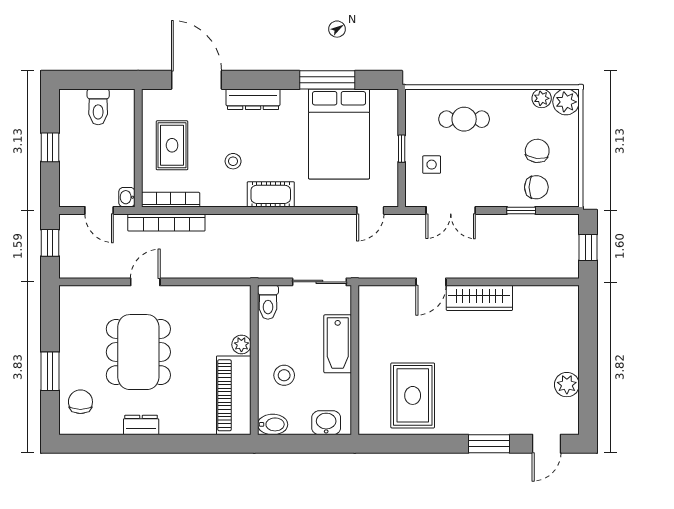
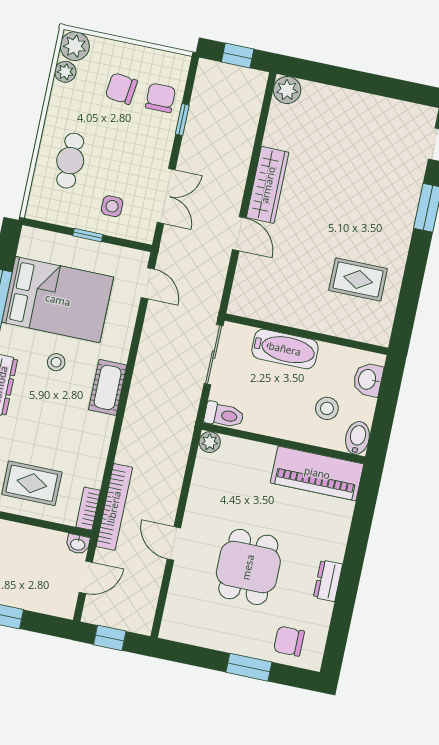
stool: (233, 161) -> (56, 362), moved
bookcase: (171, 200) -> (88, 509), width x0.64
plant: (241, 345) -> (210, 442), moved
dining table: (138, 352) -> (248, 567), width x0.73
stool: (284, 375) -> (327, 408), moved
plant: (567, 385) -> (287, 90), moved
rug: (413, 395) -> (358, 279), width x0.73, depth x0.70

